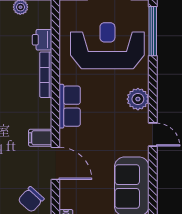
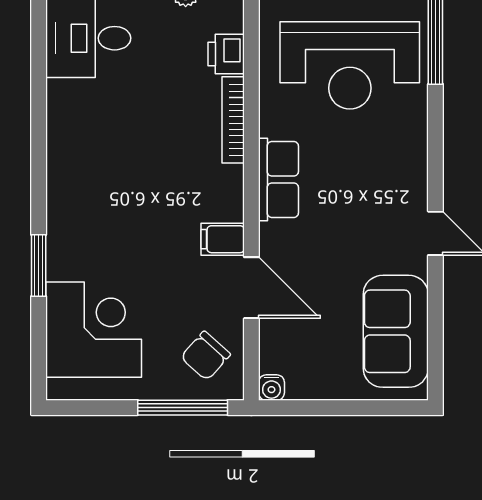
reception desk: (107, 46) -> (350, 65), turned 180
plant: (138, 99) -> (407, 166), removed

